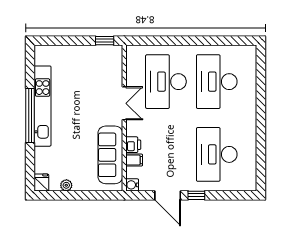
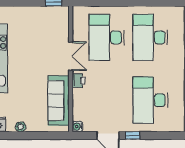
printer: (133, 145) -> (78, 80), moved
filing cabinet: (134, 160) -> (79, 105), removed

